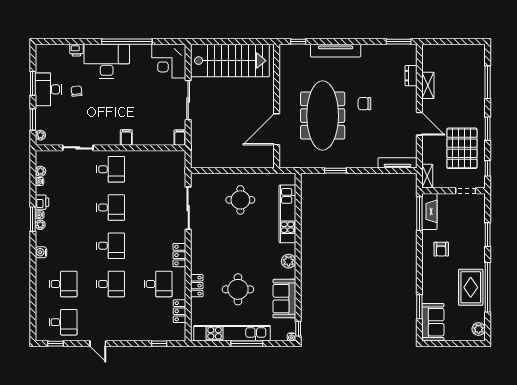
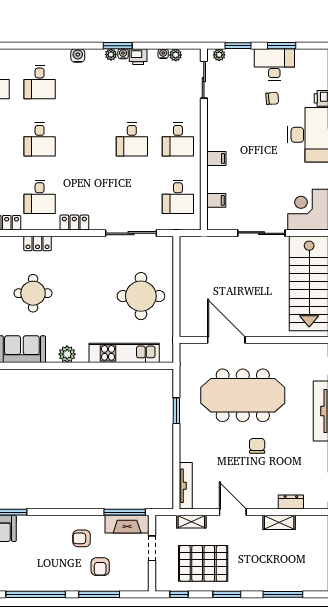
door: (419, 124) -> (233, 512), swing flipped
filing cabinet: (180, 138) -> (216, 200), moved
sliding door: (78, 148) -> (204, 80), moved
shelving: (427, 176) -> (191, 522), moved
doorway: (466, 191) -> (152, 548), moved
round table: (240, 200) -> (141, 296), width x1.36, depth x1.36
armchair: (465, 234) -> (100, 567), added
window: (488, 235) -> (99, 594), width x1.44
desk: (111, 246) -> (178, 197), moved
rug: (471, 287) -> (36, 574), removed

